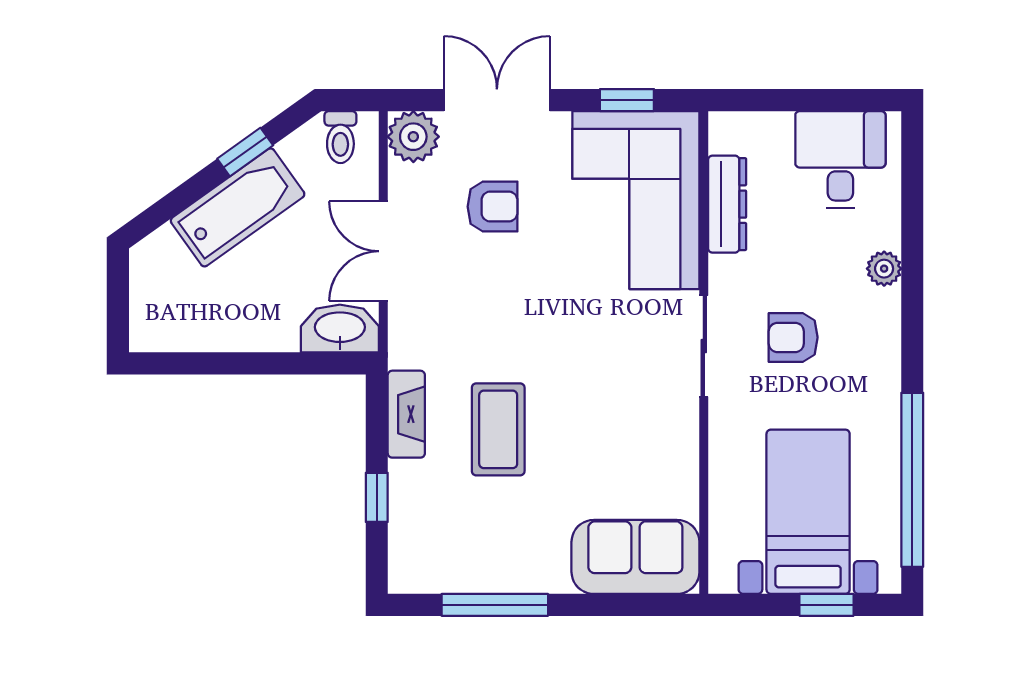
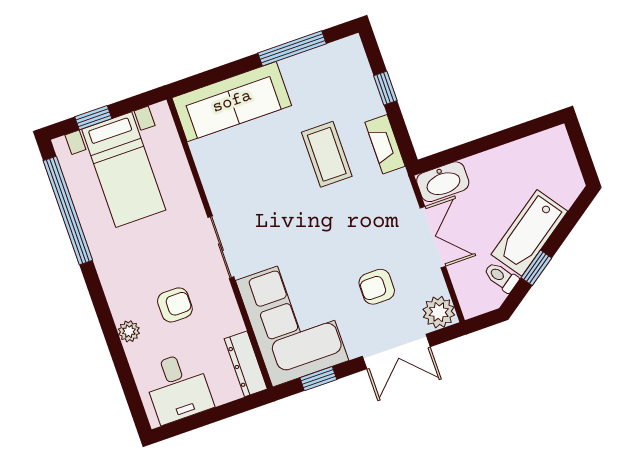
toilet: (340, 137) -> (501, 277), moved, turned -36
dresser: (727, 204) -> (246, 364), moved
armchair: (793, 337) -> (175, 305), moved
sofa: (635, 557) -> (232, 102), width x1.36

